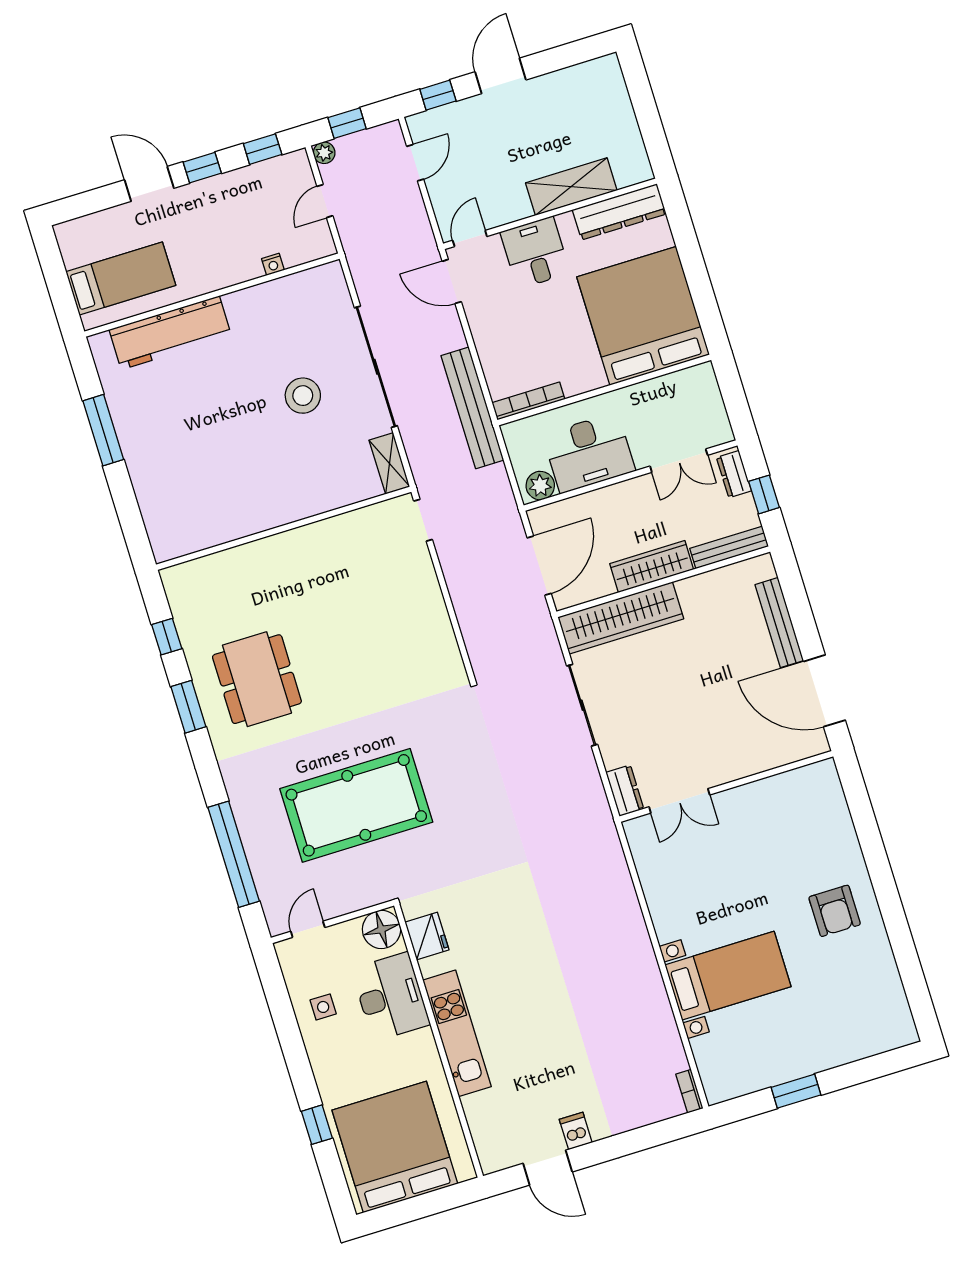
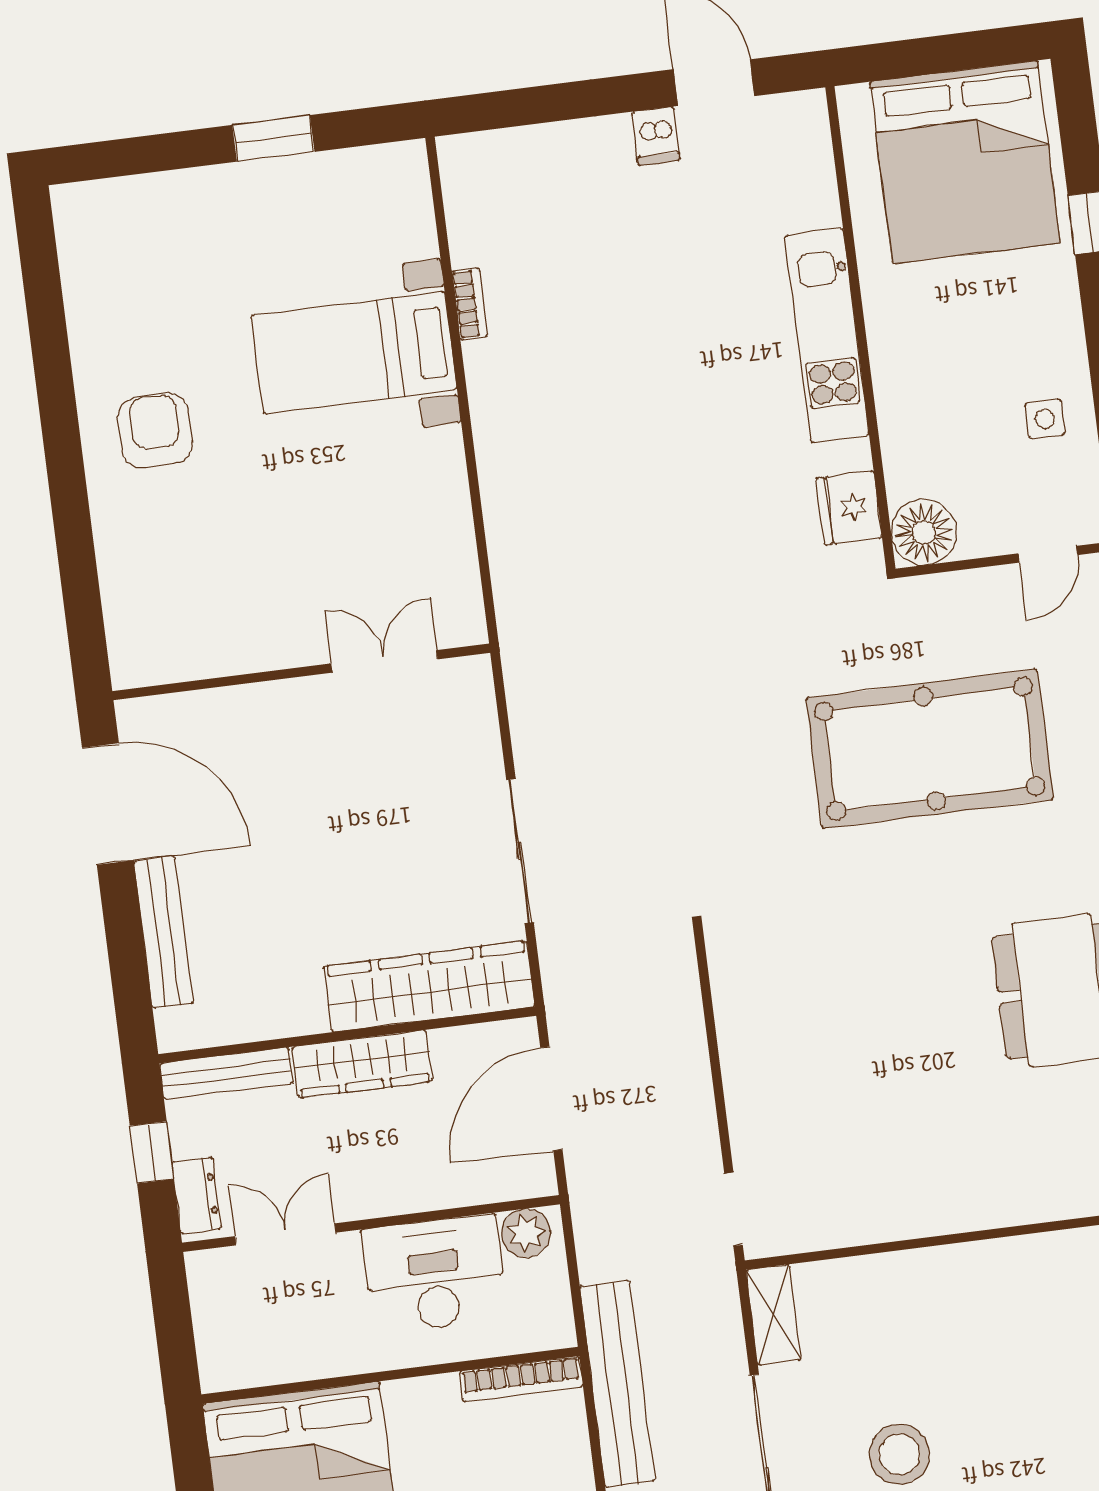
dresser: (625, 791) -> (473, 695), removed
desk: (391, 997) -> (928, 416), removed
bookcase: (689, 1091) -> (470, 304), moved

